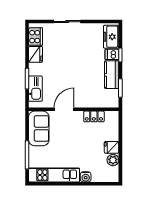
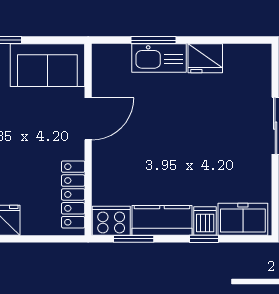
cooker: (36, 37) -> (111, 221), moved, turned 180
kitchen sink: (35, 89) -> (159, 58), moved
door: (64, 109) -> (88, 119), hinge flipped
locker: (94, 116) -> (73, 194), width x1.53

